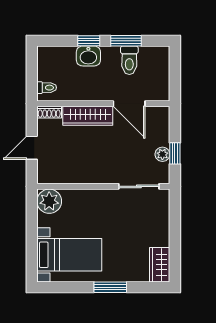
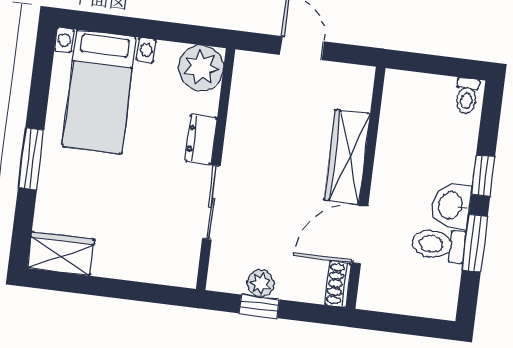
washbasin: (88, 56) -> (451, 206), moved
toilet: (47, 88) -> (467, 96), moved
shoe rack: (49, 112) -> (338, 284), moved
sliding door: (139, 186) -> (211, 202), moved
dresser: (88, 196) -> (201, 139), added

